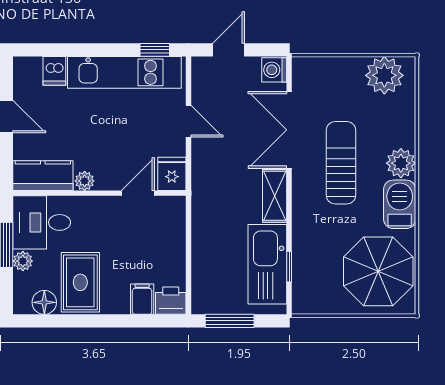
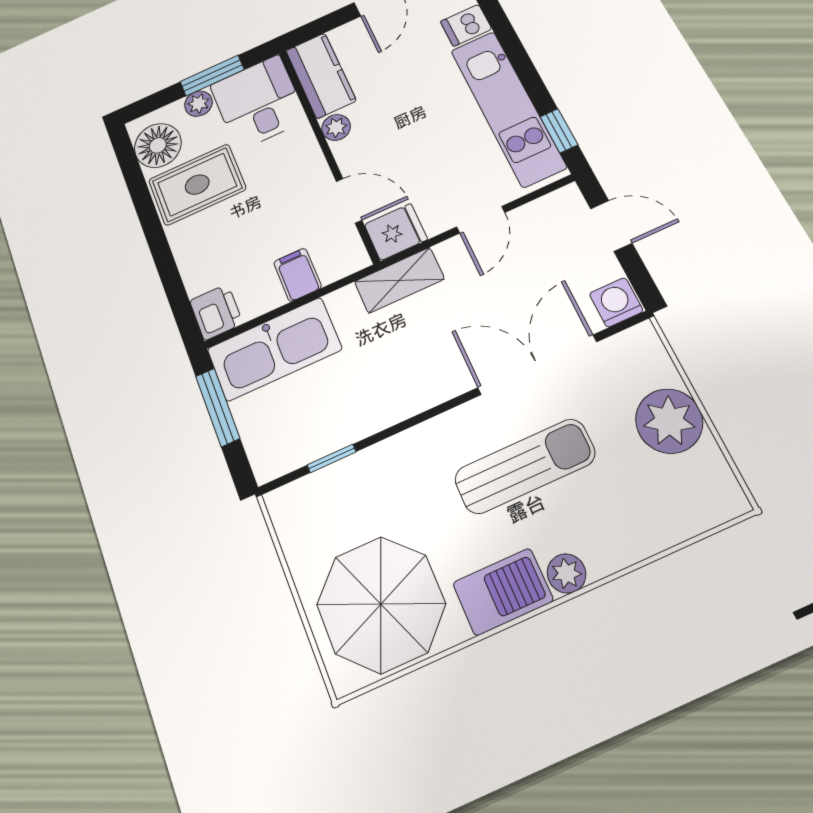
plant: (384, 75) -> (669, 421), moved
plant: (401, 163) -> (567, 573), width x0.73, depth x0.73
shelving: (275, 196) -> (399, 280), moved
kitchen sink: (267, 264) -> (274, 349), moved, turned 180
filing cabinet: (142, 299) -> (297, 275), moved, turned -90
floor lamp: (44, 302) -> (158, 145), width x1.38, depth x1.38

